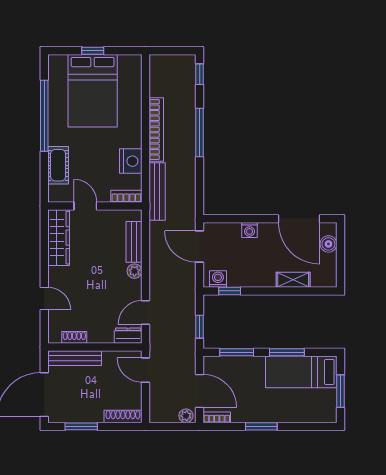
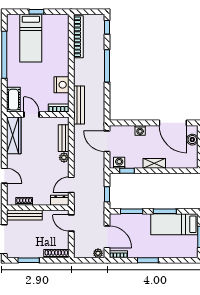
bed: (93, 91) -> (31, 38), width x0.67
bookcase: (156, 129) -> (78, 37), moved
cot: (58, 165) -> (13, 100), moved
shelving: (293, 280) -> (154, 163), moved

